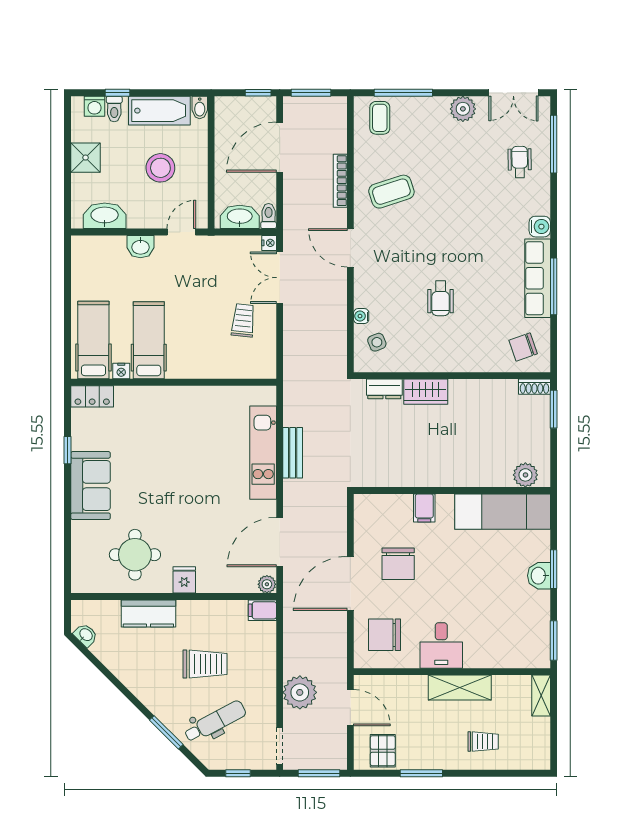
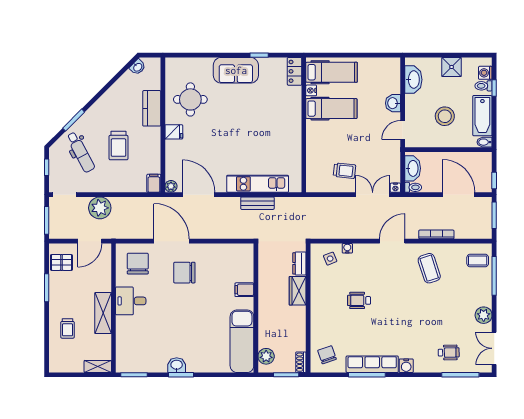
door: (181, 232) -> (403, 130), swing flipped
plant: (525, 475) -> (266, 356), moved
wall: (452, 490) -> (256, 308), moved
filing cabinet: (424, 508) -> (244, 290), moved
exam couch: (503, 512) -> (242, 341), moved

